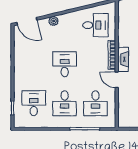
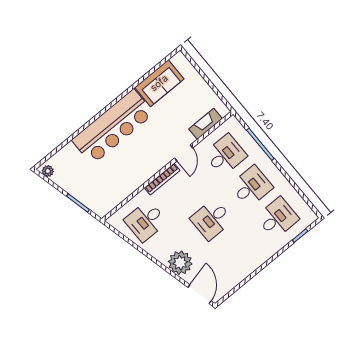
plant: (54, 21) -> (180, 263), width x1.88, depth x1.88
desk: (96, 25) -> (146, 221), turned -90
fireplace: (123, 59) -> (206, 124), moved
desk: (34, 103) -> (277, 218), turned 180

